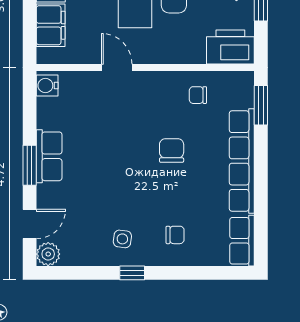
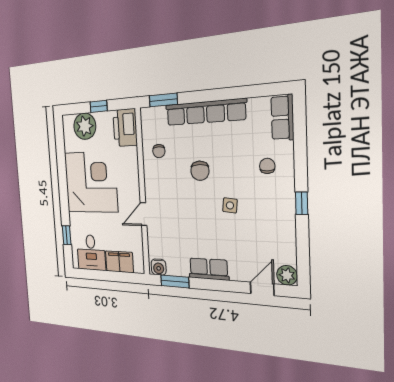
chair: (172, 150) -> (200, 171), turned -90
window: (30, 165) -> (175, 281), moved
door: (30, 224) -> (262, 289), hinge flipped
side table: (122, 239) -> (230, 205), moved
row of seats: (242, 241) -> (282, 118), moved, turned 90

